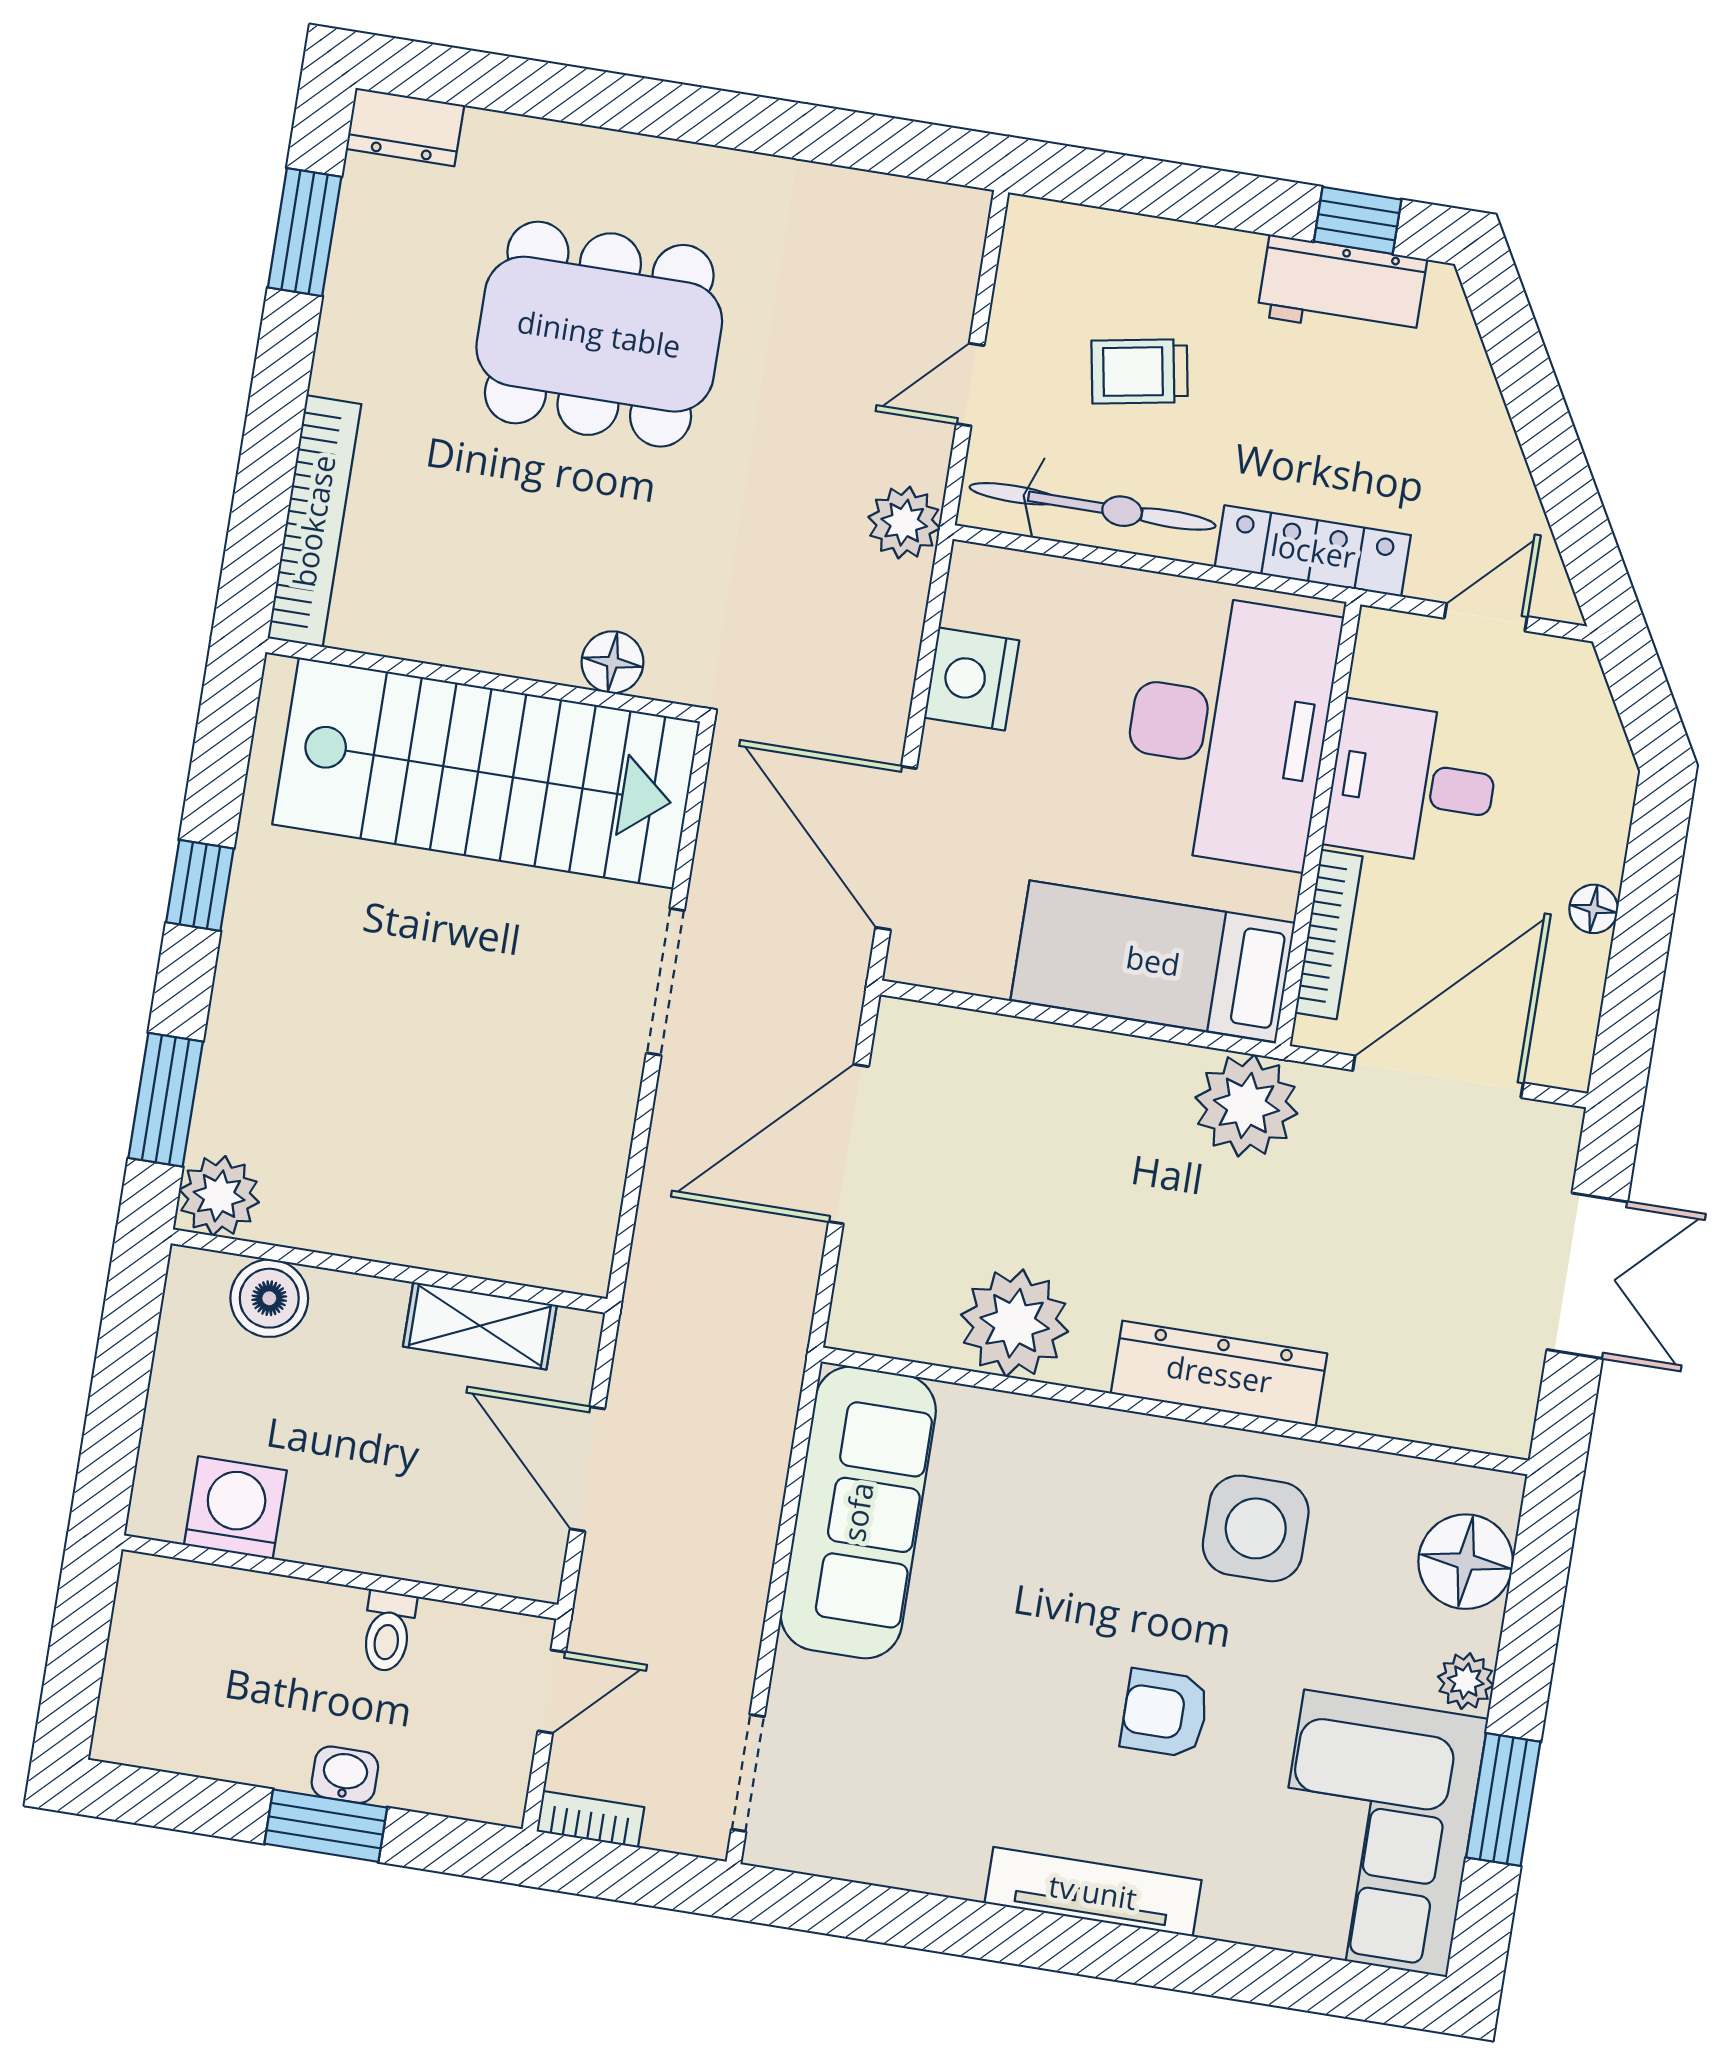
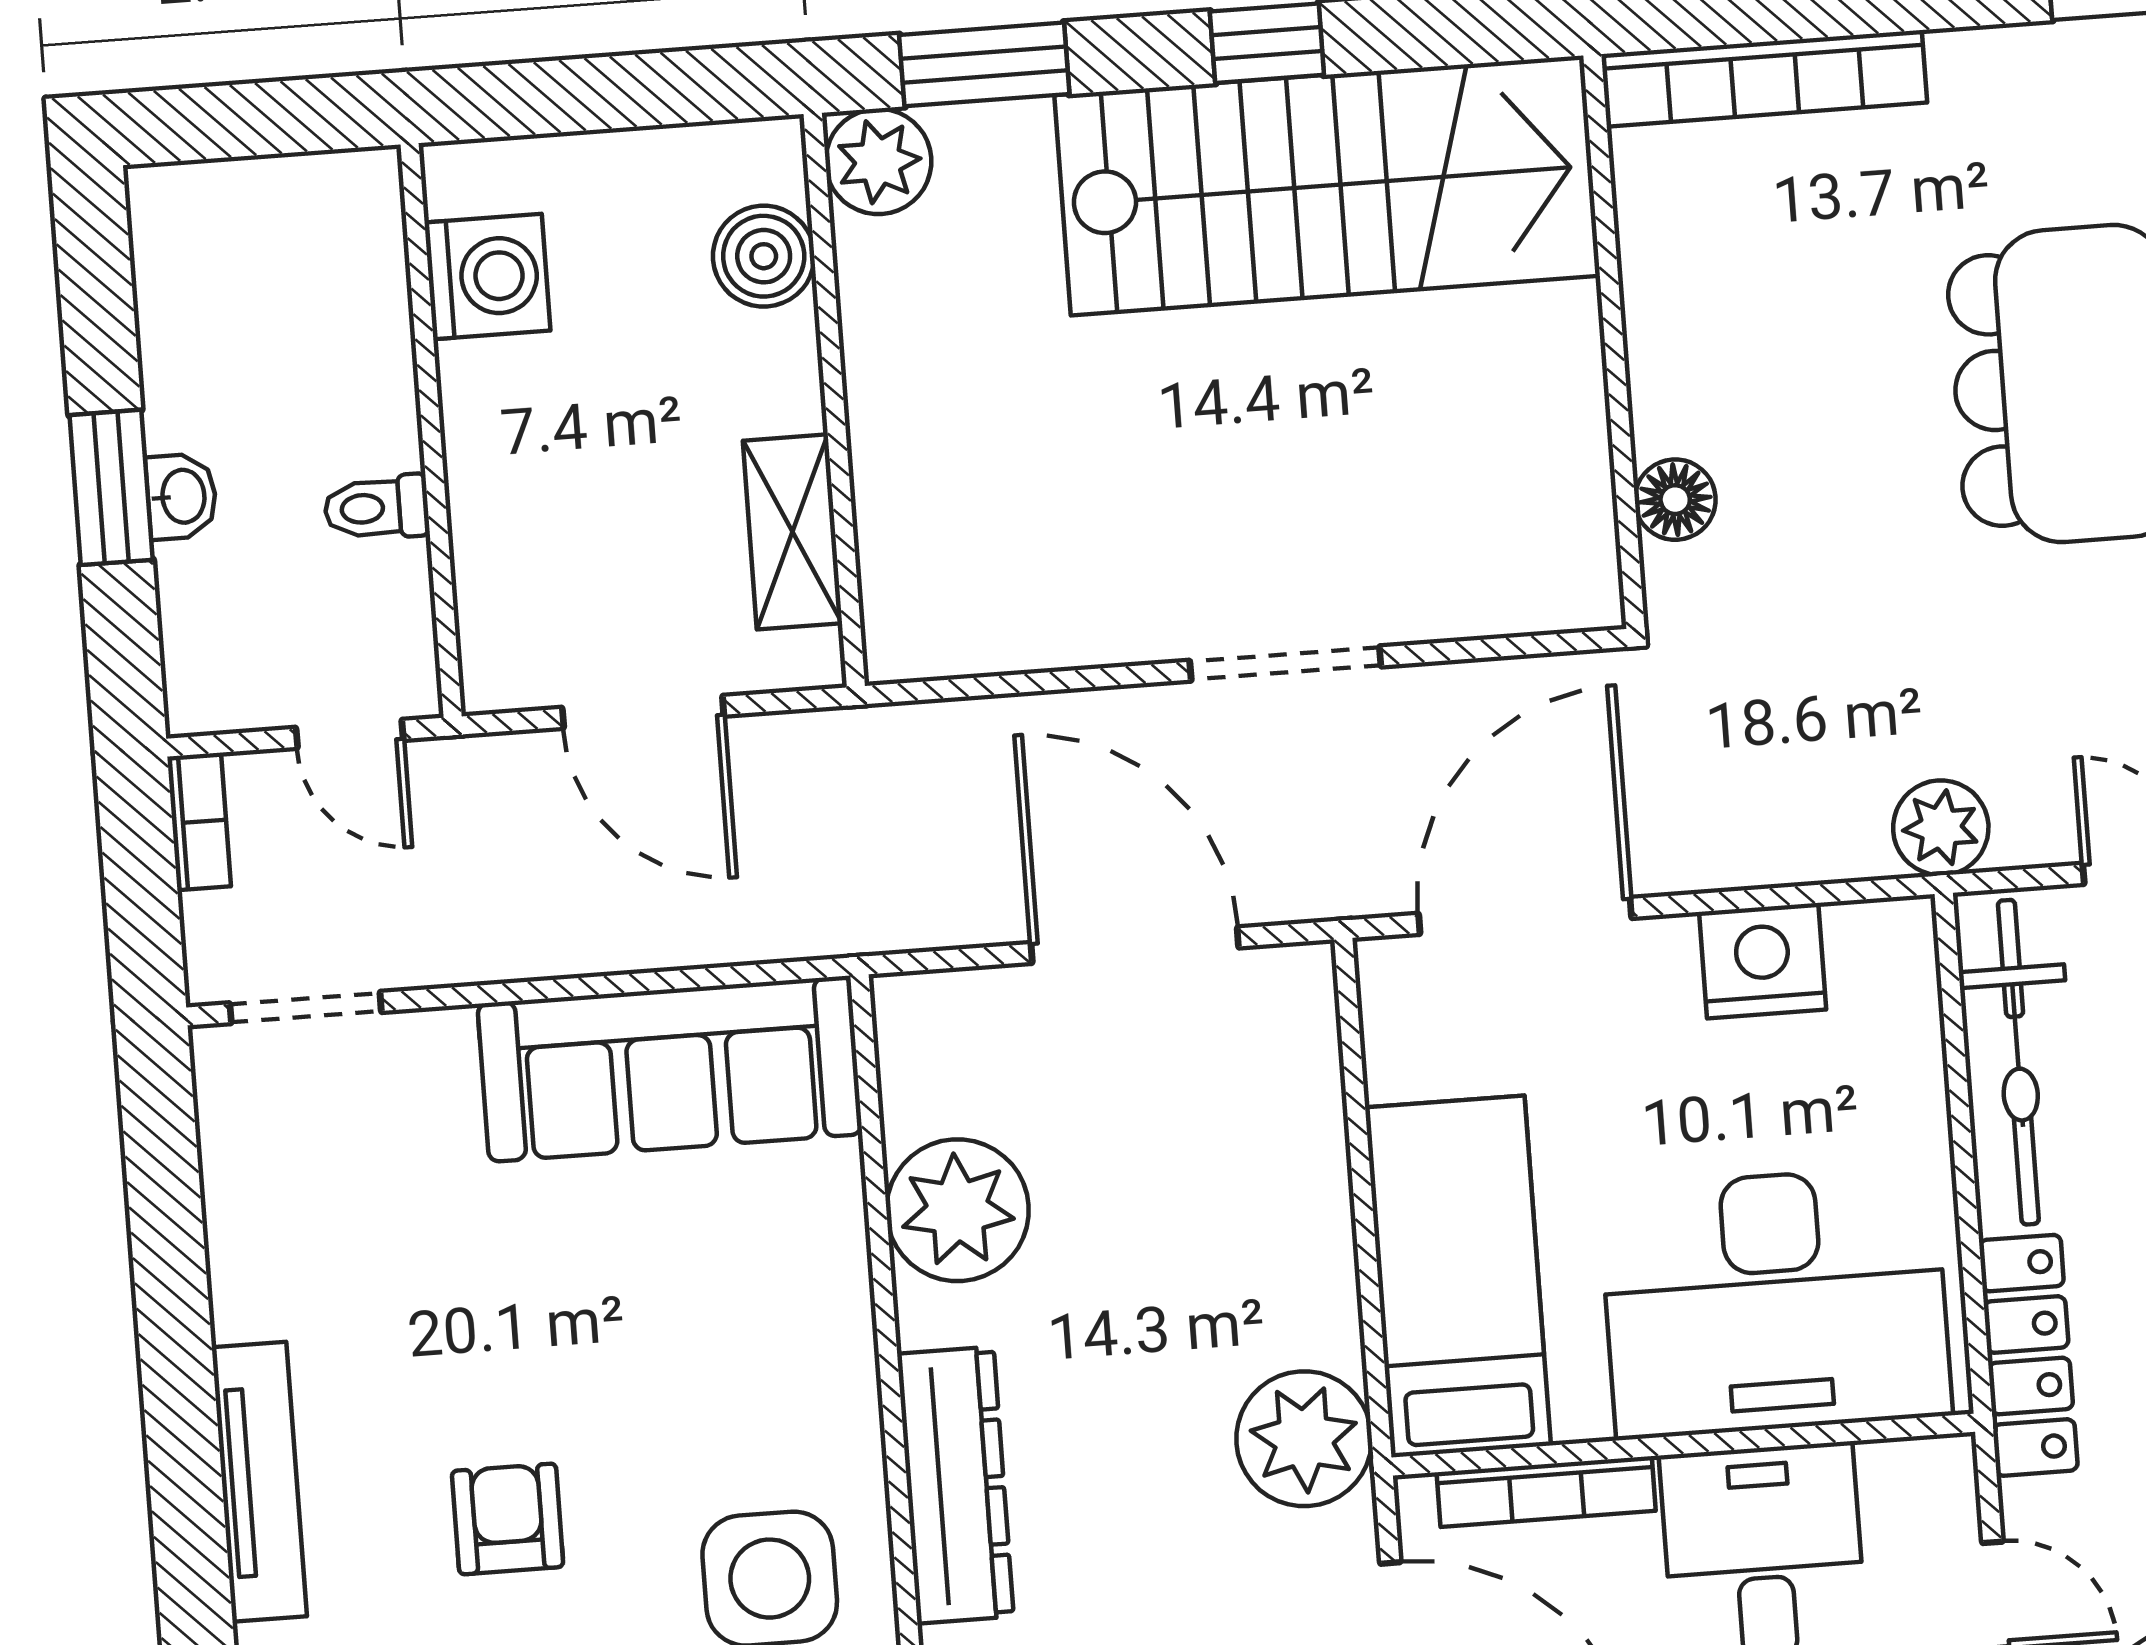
stairs: (486, 773) -> (1327, 186), moved, turned -90
door: (587, 1469) -> (643, 712), swing flipped

